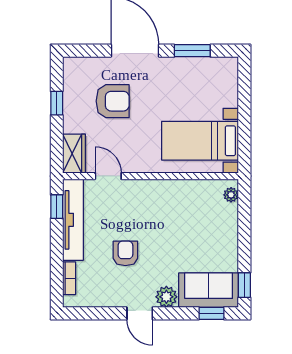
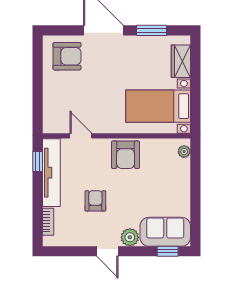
armchair: (113, 101) -> (67, 56), moved
window: (57, 103) -> (38, 74), removed
wardrobe: (74, 154) -> (181, 61), moved, turned 180
armchair: (161, 199) -> (126, 155), added
window: (244, 285) -> (195, 227), removed

